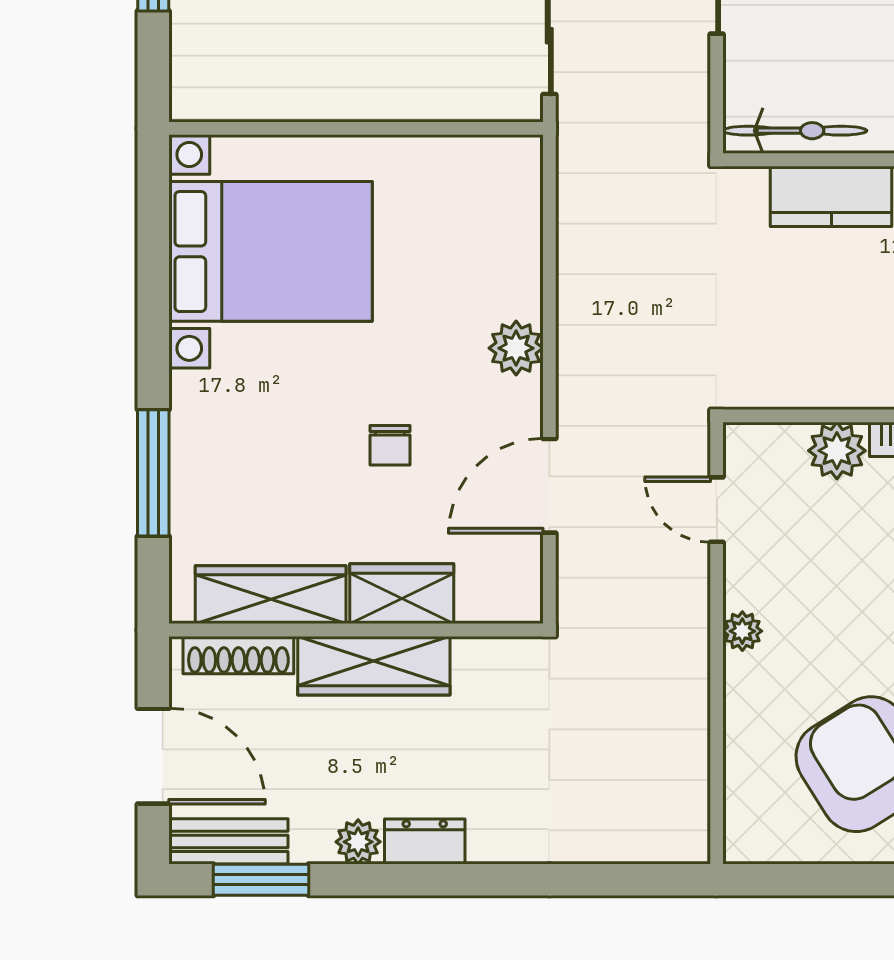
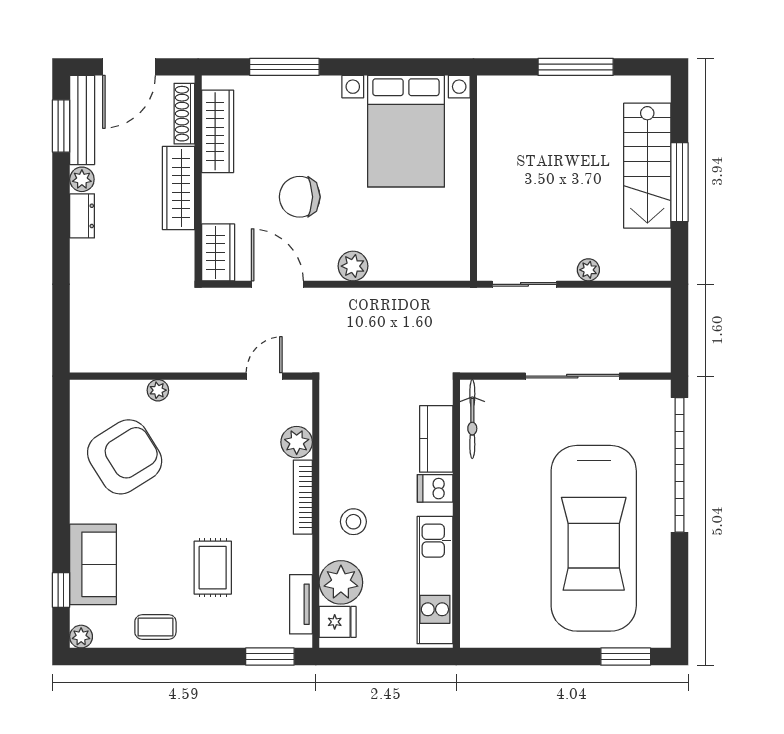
chair: (390, 445) -> (300, 197), width x1.87, depth x1.87
wardrobe: (402, 594) -> (218, 252), moved
plant: (742, 631) -> (158, 390), moved
bench: (228, 841) -> (82, 120), width x1.36

